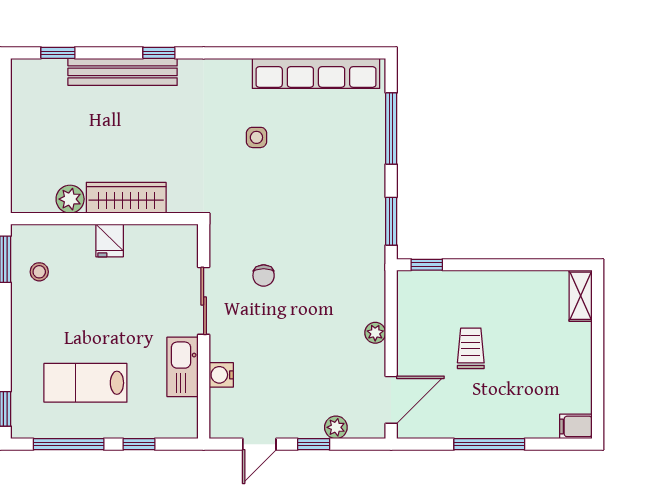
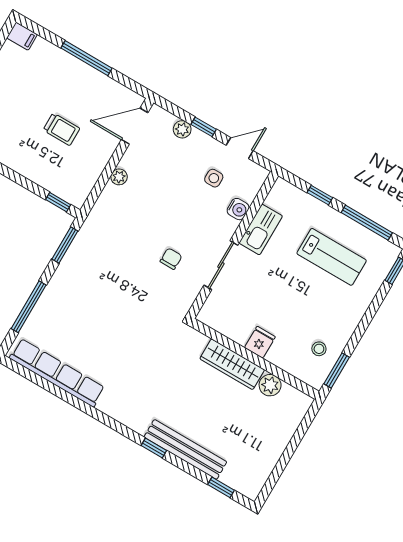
side table: (256, 137) -> (214, 178), moved
trolley: (471, 348) -> (61, 129), turned -90

